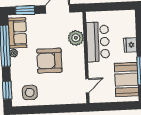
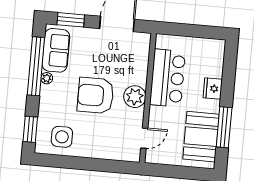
plant: (76, 38) -> (135, 97), moved

